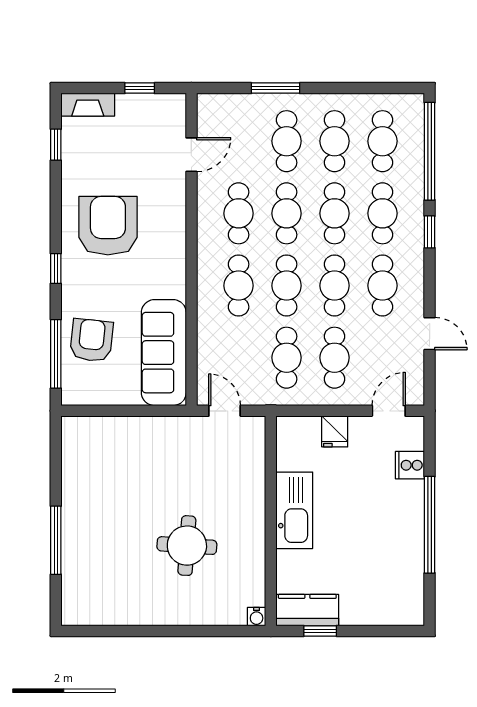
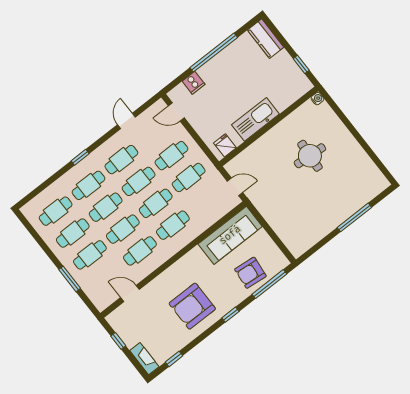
window: (430, 151) -> (43, 186), removed
door: (225, 411) -> (235, 187), swing flipped
fridge: (335, 431) -> (225, 145), moved, turned -90
kitchen counter: (307, 610) -> (266, 39), moved

